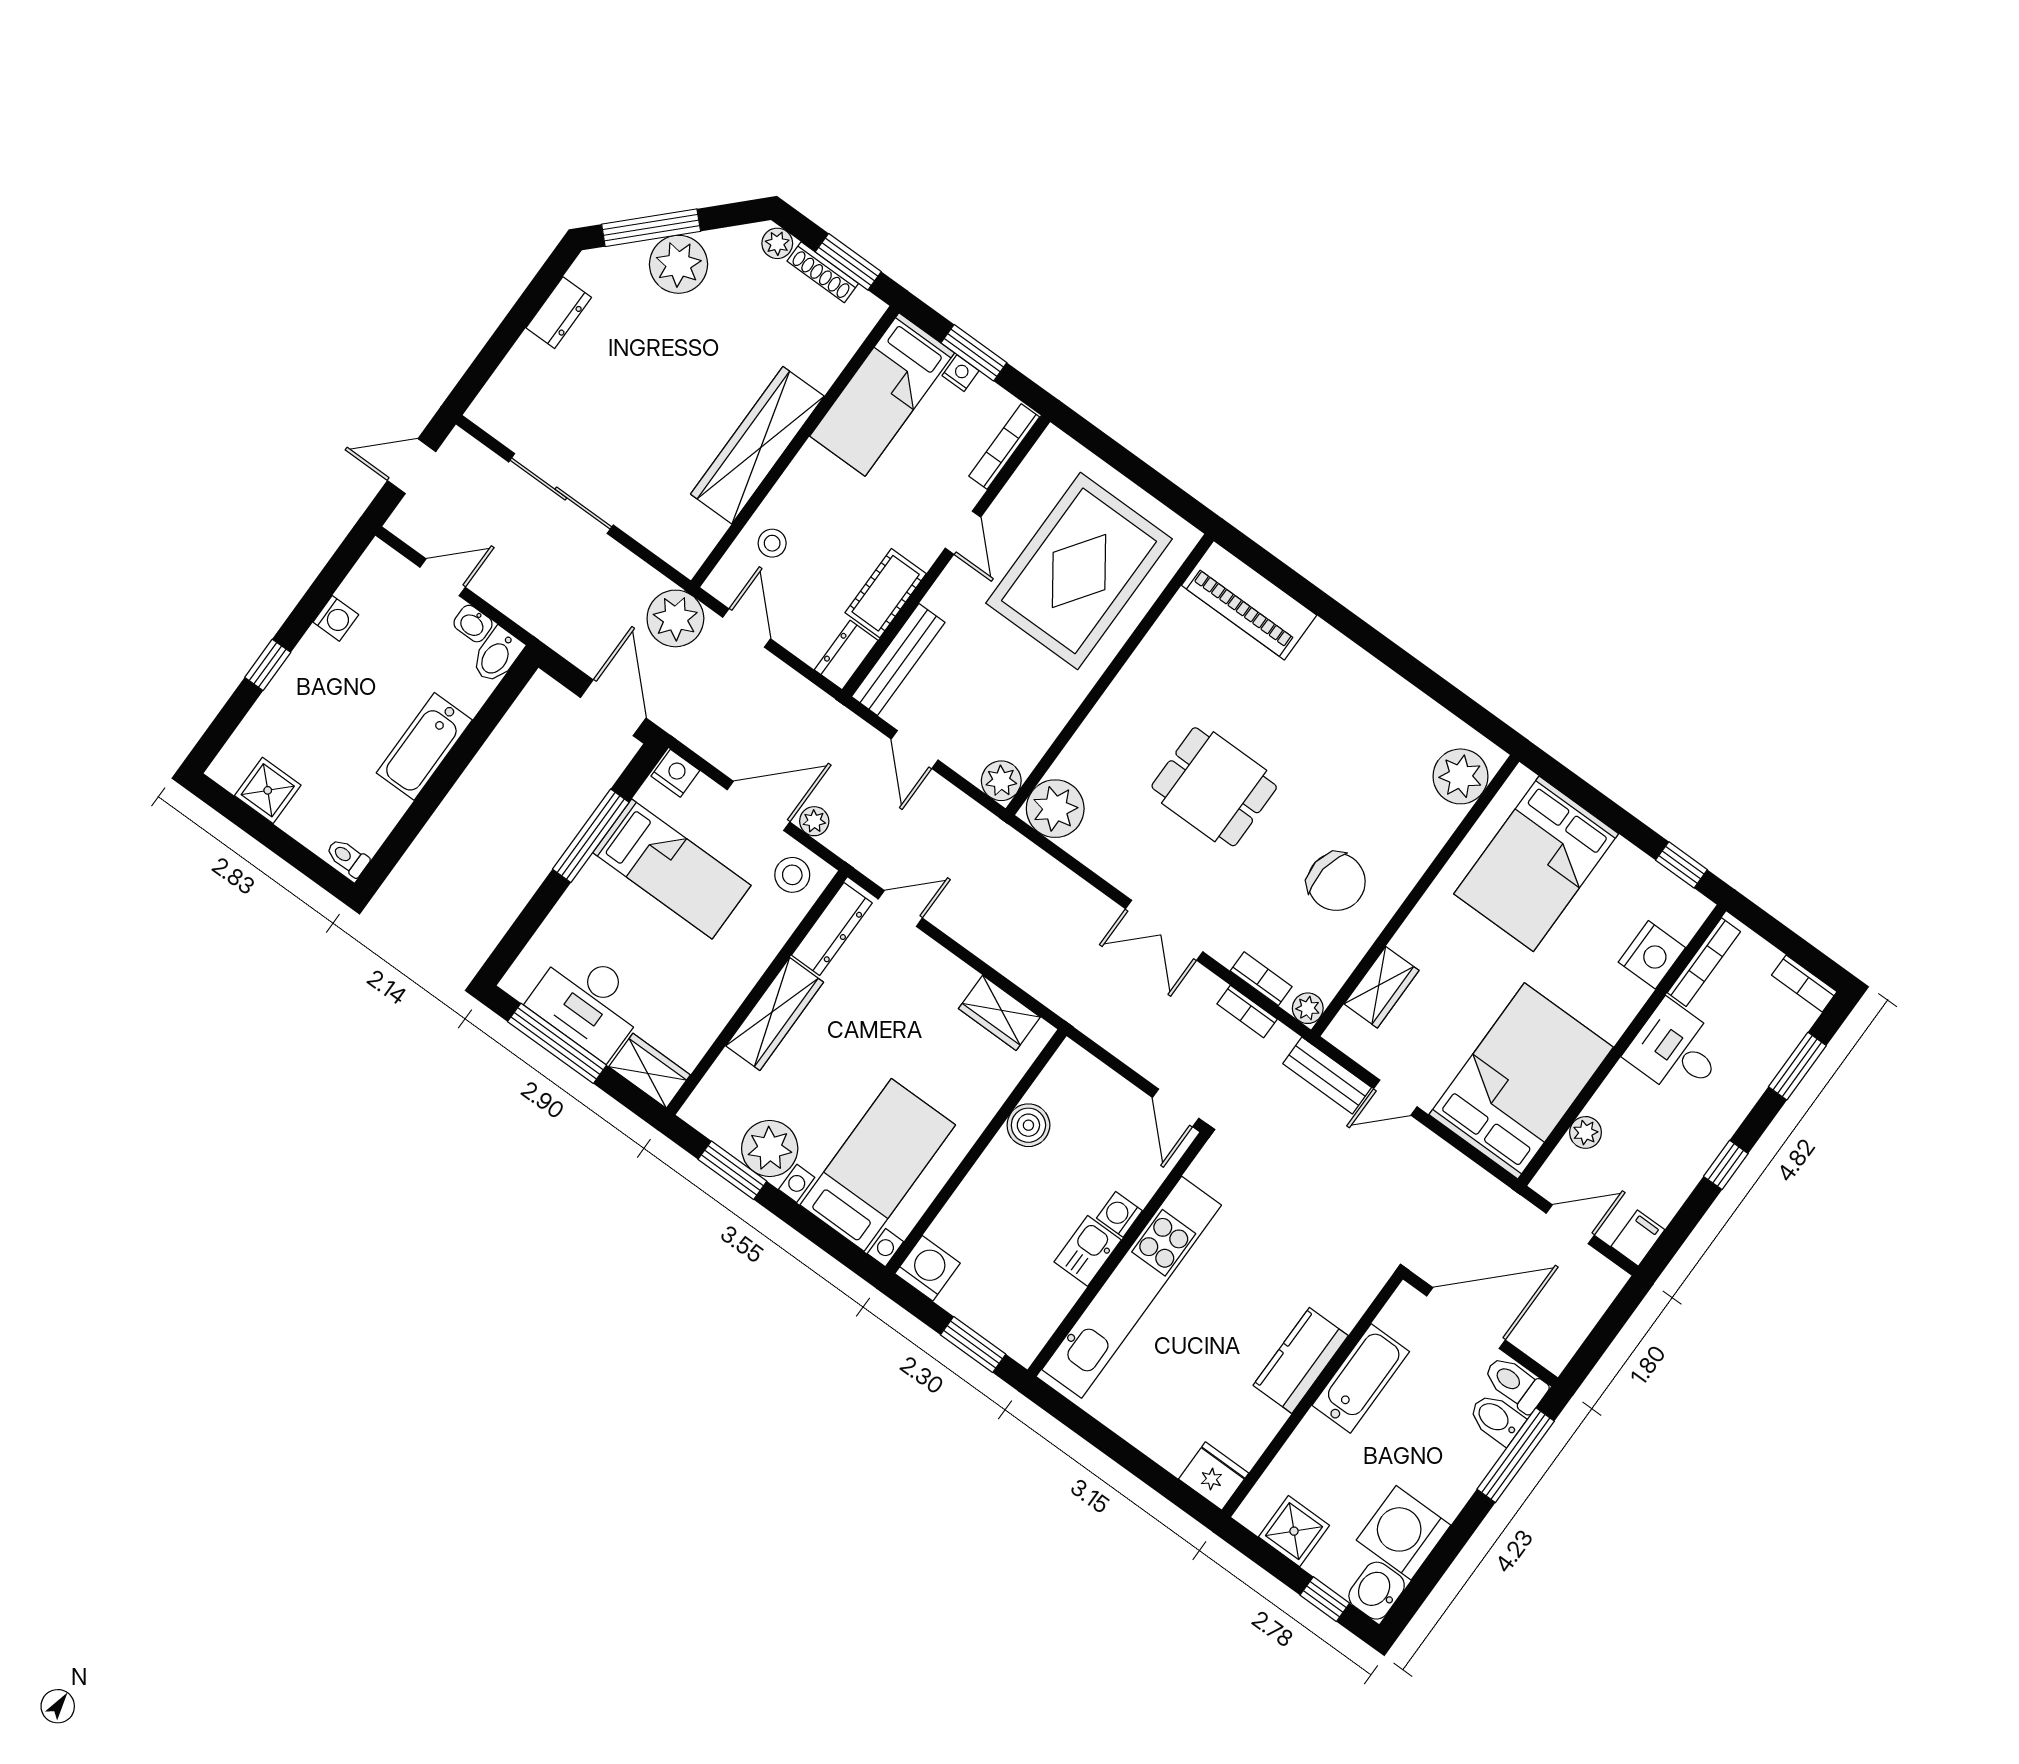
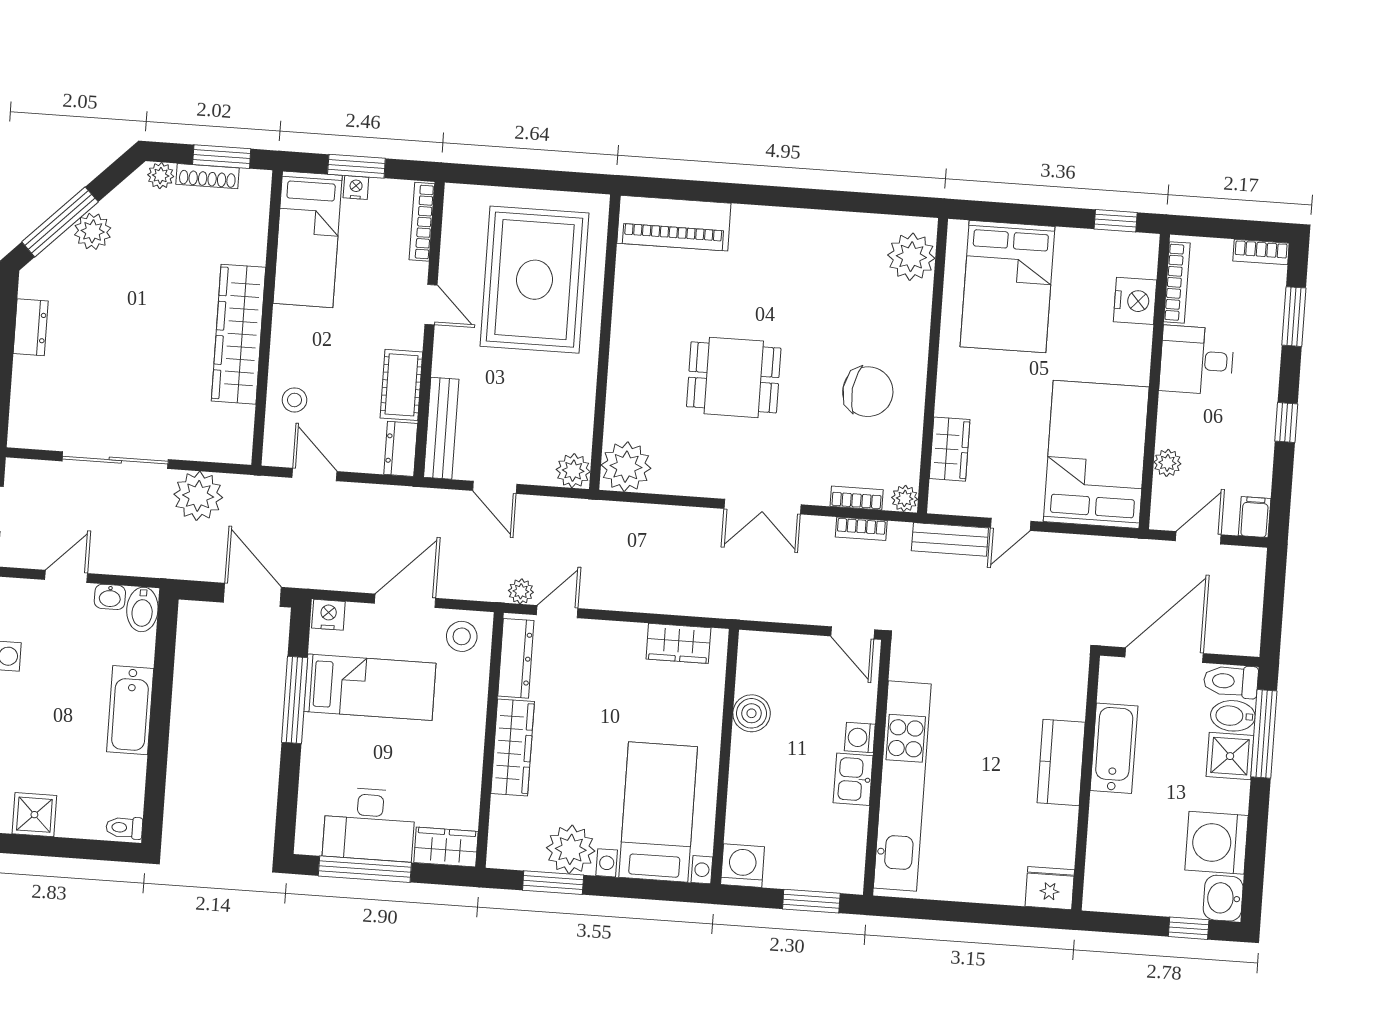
plant: (678, 264) -> (93, 231), width x0.73, depth x0.73
plant: (675, 618) -> (198, 496), moved
plant: (814, 821) -> (521, 591), moved
shower: (1294, 1531) -> (1230, 756), moved

